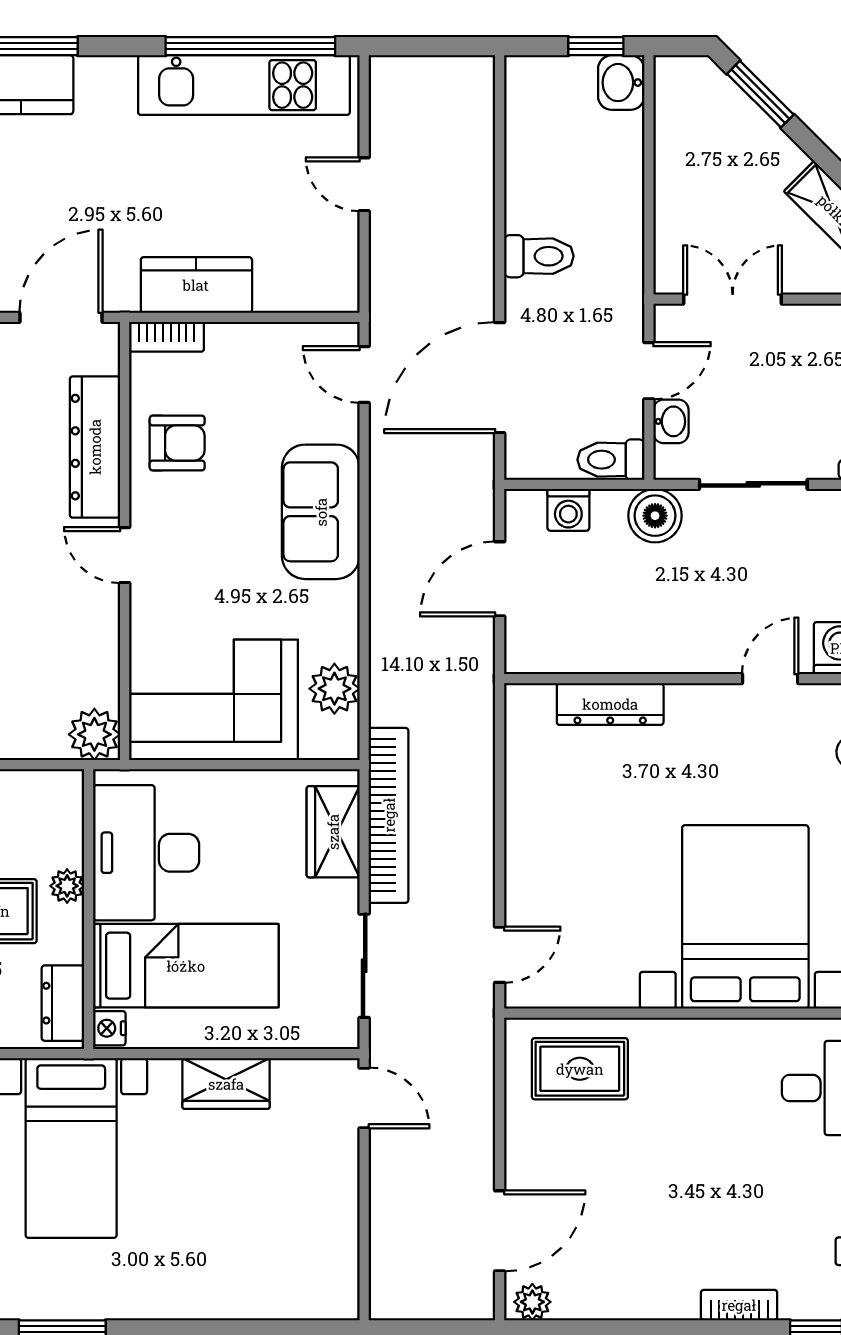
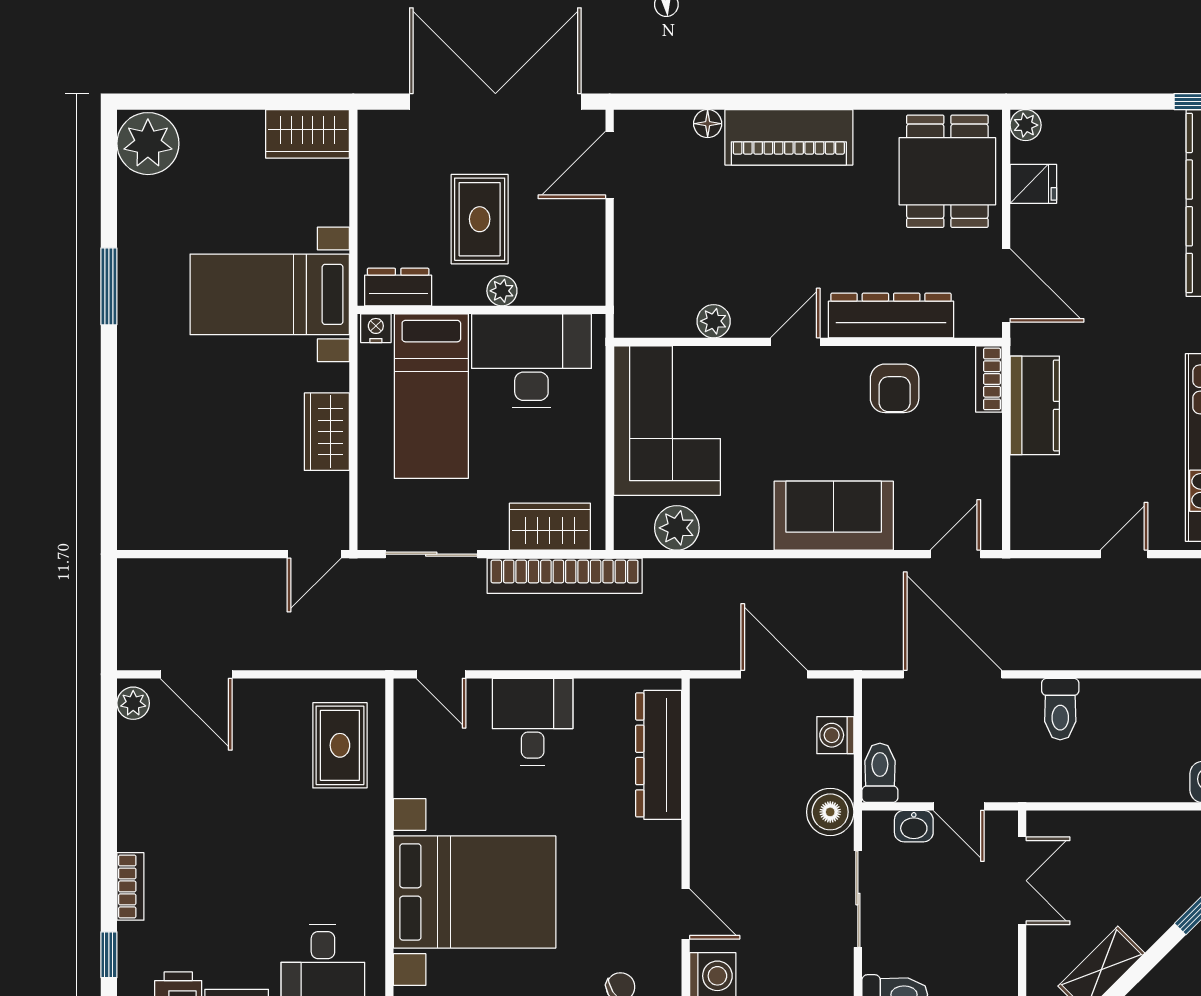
dresser: (610, 704) -> (659, 755), width x1.37, depth x1.24
plant: (94, 734) -> (714, 321), moved, width x0.73, depth x0.73
desk: (553, 851) -> (533, 722), added

